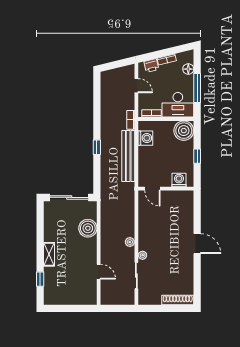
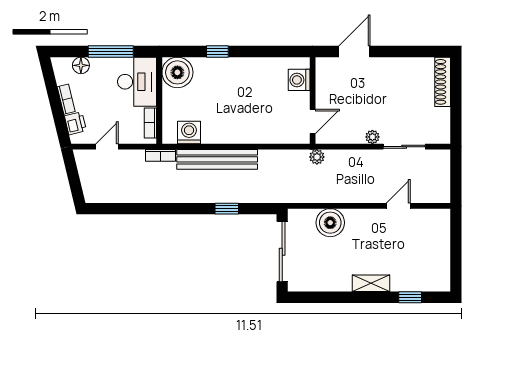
window: (97, 147) -> (227, 209), moved
washing machine: (179, 180) -> (299, 80), moved
door: (152, 189) -> (313, 121), moved
wall: (166, 189) -> (313, 100), moved
plant: (130, 242) -> (317, 157), moved

